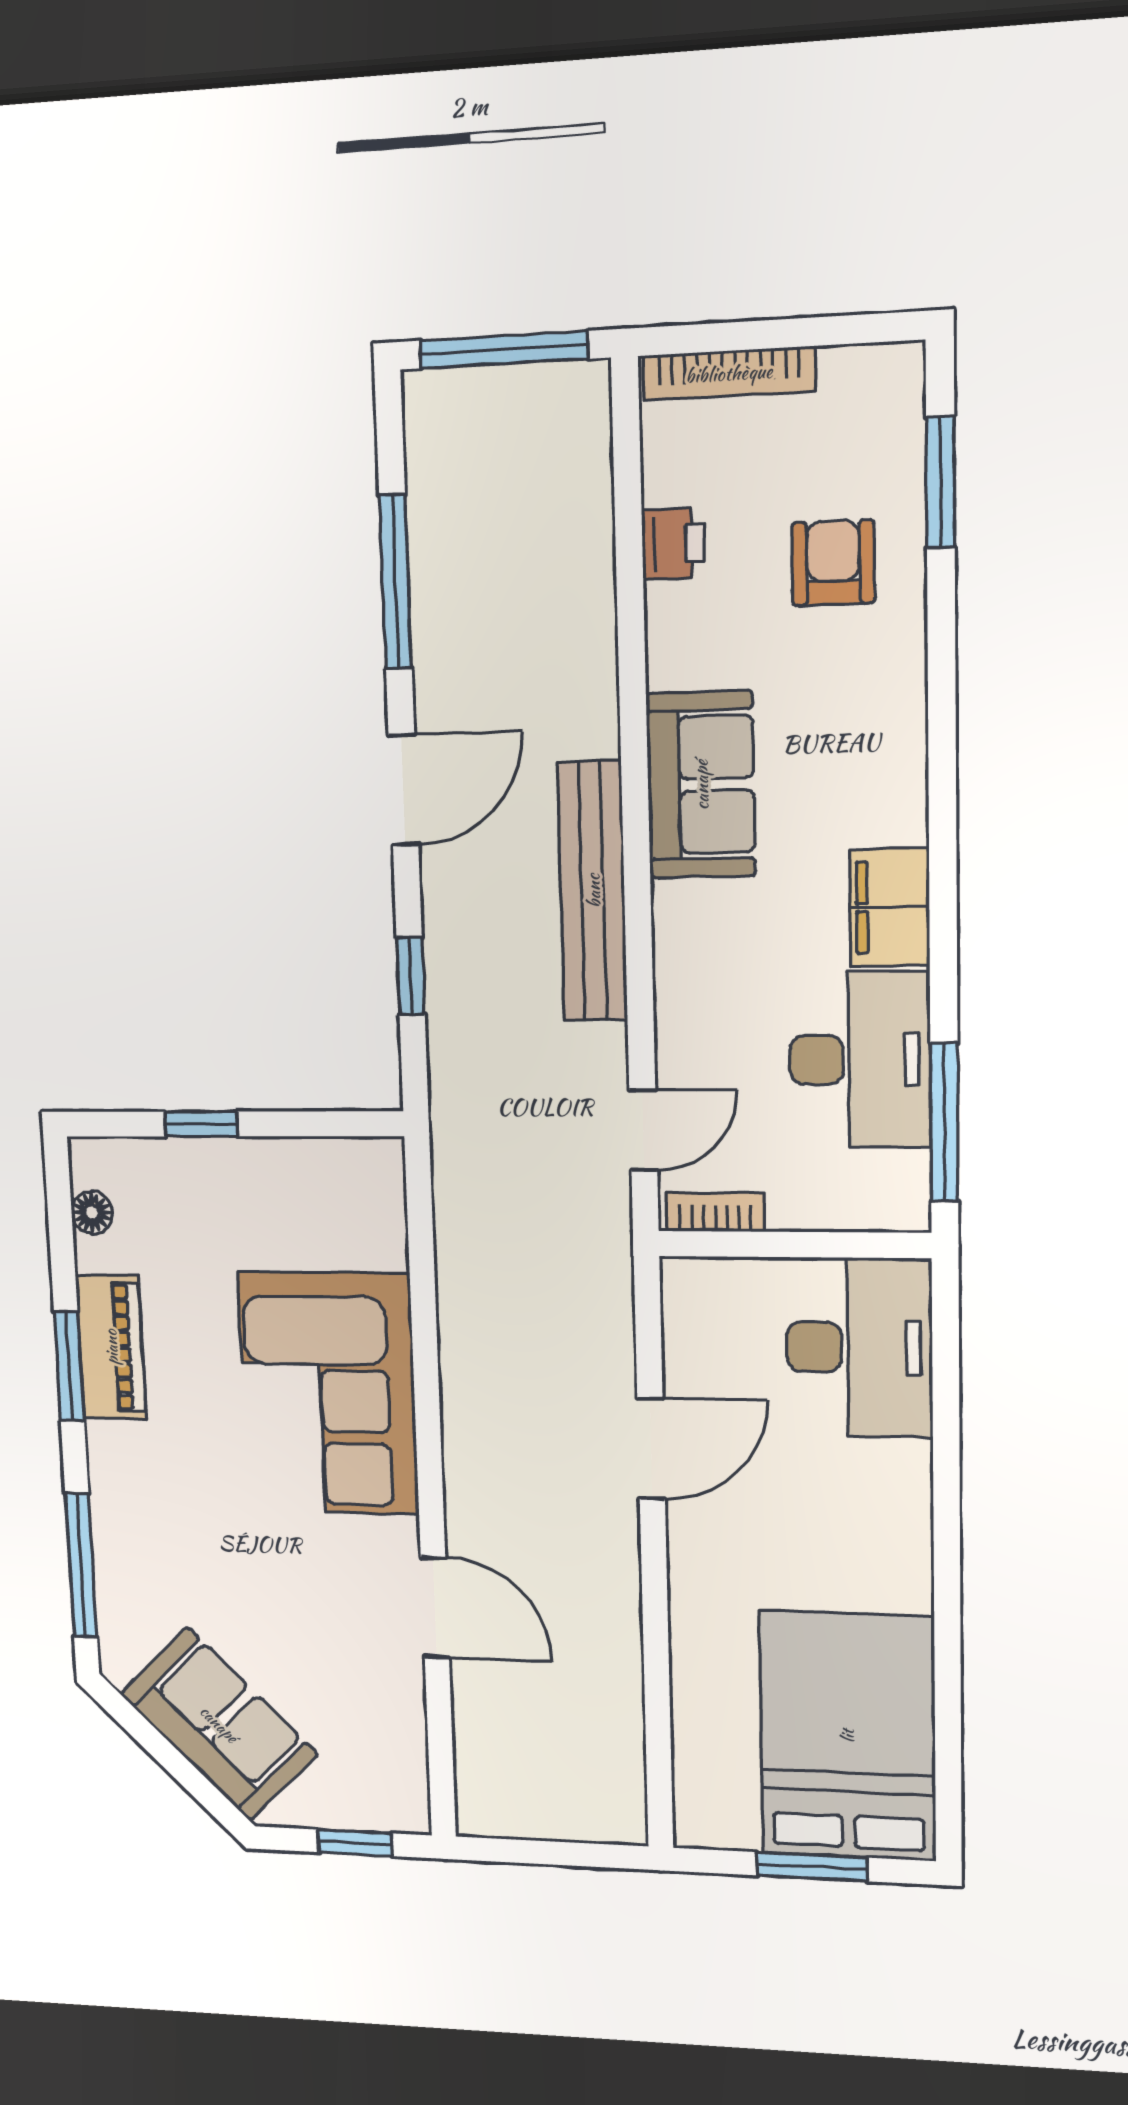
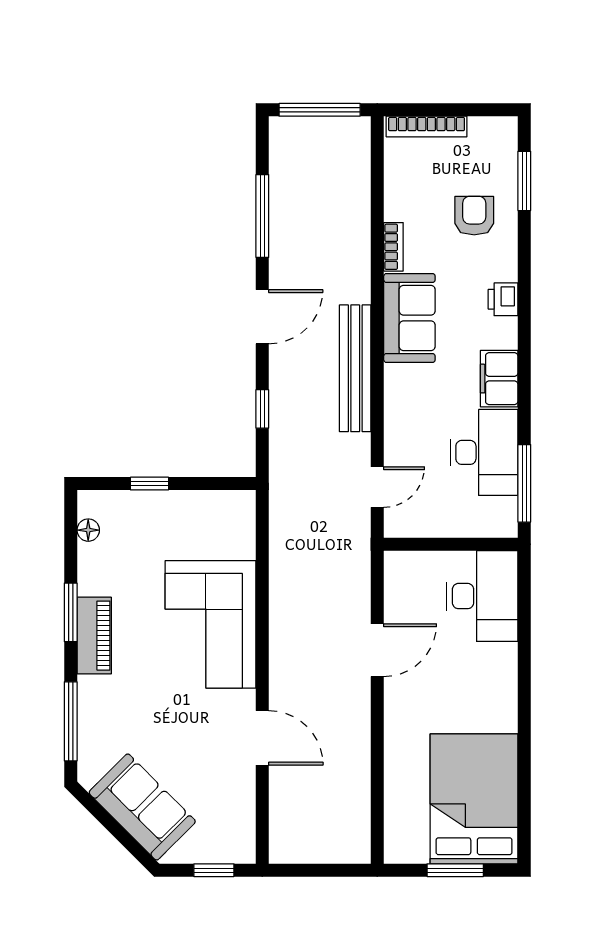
printer: (673, 544) -> (503, 299), moved, turned 180
bookcase: (715, 1212) -> (393, 247), moved, turned 90
piano: (111, 1347) -> (94, 636), moved

